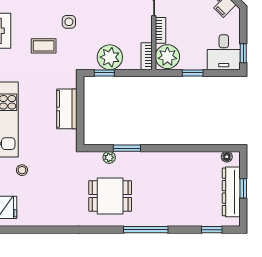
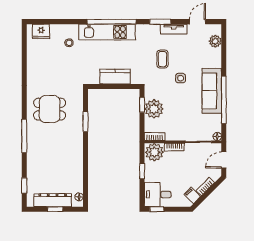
plant: (109, 157) -> (79, 108), removed
dining table: (110, 196) -> (50, 109), turned 90

